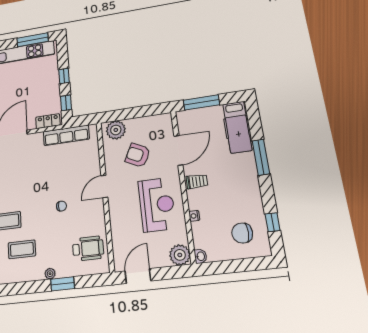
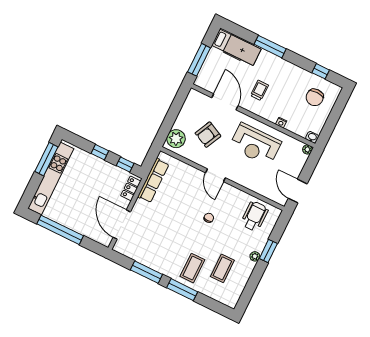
trolley: (197, 181) -> (259, 90), moved
reception desk: (157, 205) -> (255, 144), turned 180
plant: (180, 255) -> (307, 149), width x0.53, depth x0.53

